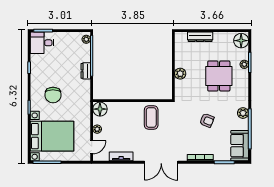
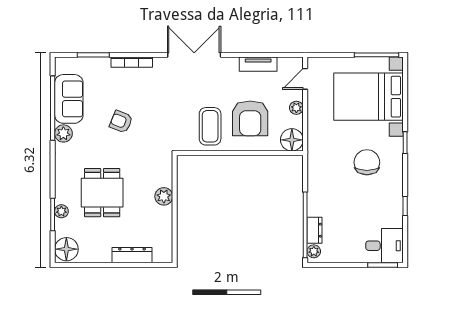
dresser: (86, 71) -> (315, 230), moved
armchair: (126, 123) -> (250, 118), added
sofa: (240, 146) -> (69, 99), moved

